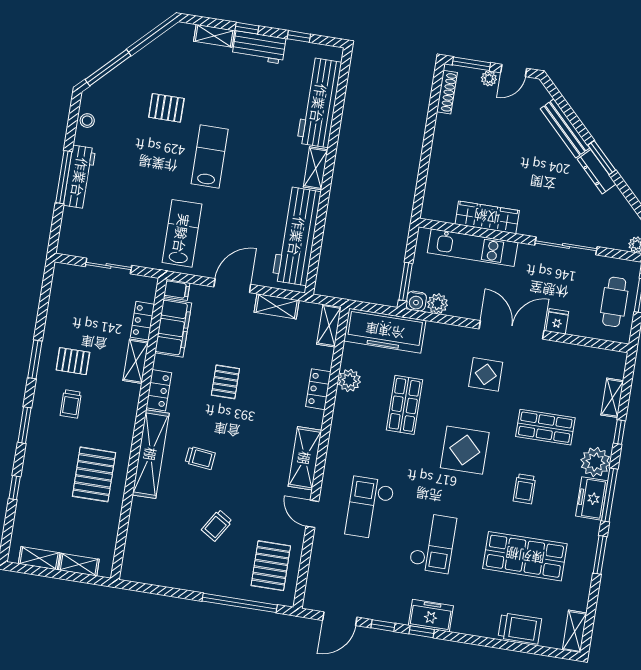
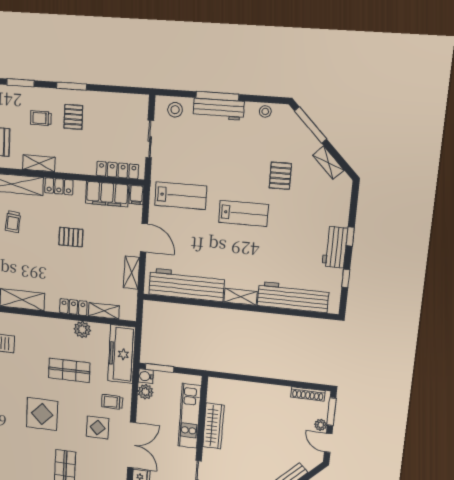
shelving: (214, 36) -> (328, 163), moved, turned -45
stool: (75, 231) -> (175, 110), added
locker: (142, 321) -> (117, 170), width x1.53
shelving: (329, 326) -> (104, 311), moved
shelving: (136, 361) -> (39, 163), moved
trolley: (524, 489) -> (112, 402), moved

